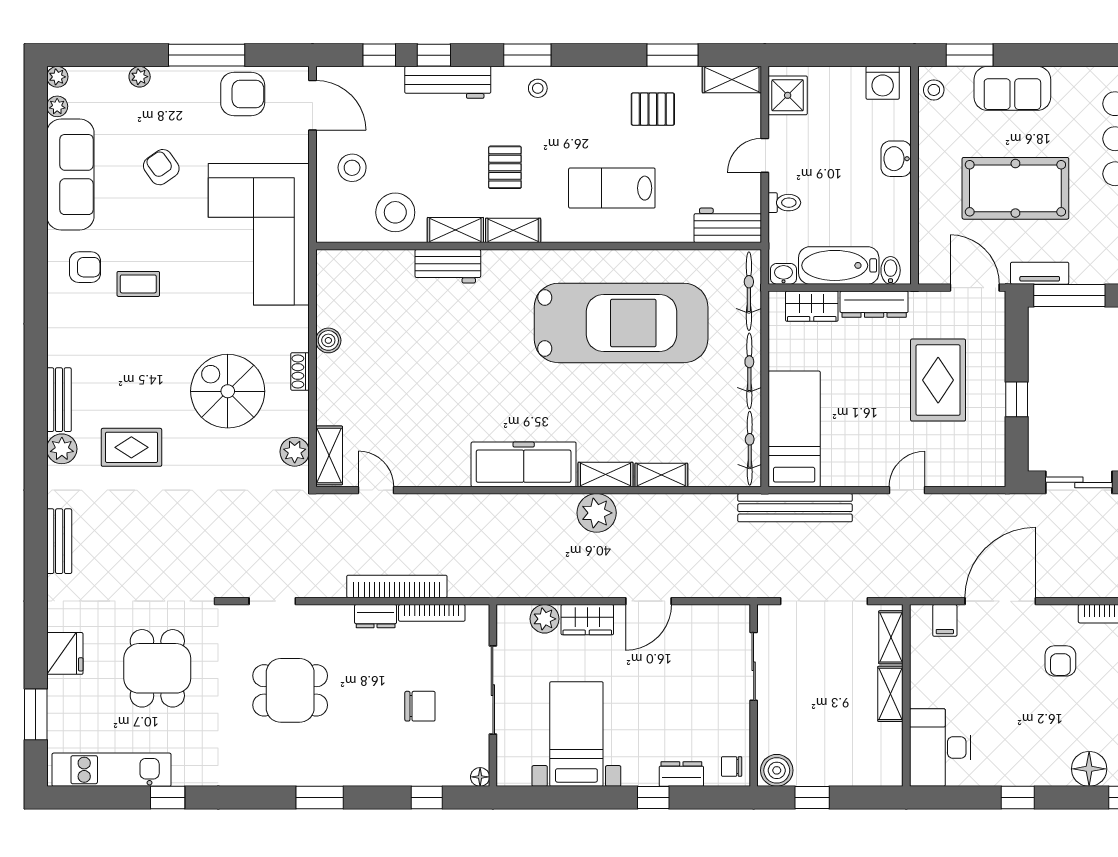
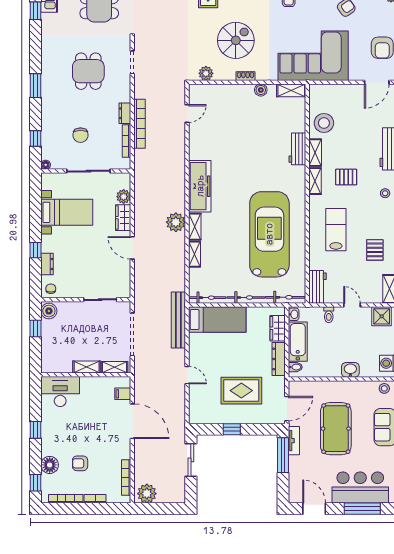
stool: (352, 168) -> (346, 102), removed
car: (621, 323) -> (269, 234), turned 180
shelving: (329, 455) -> (291, 90), moved
armchair: (1060, 661) -> (80, 463), moved

